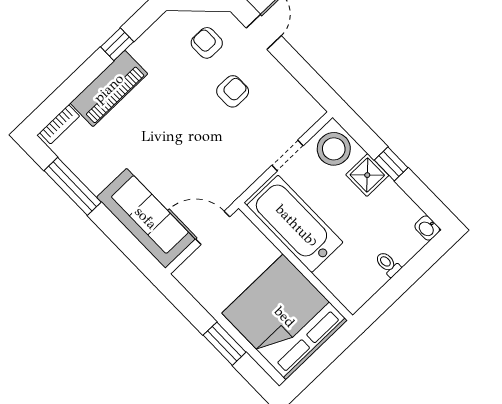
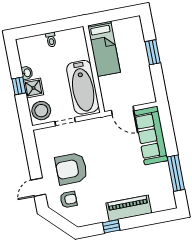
armchair: (207, 43) -> (69, 200), turned -90
armchair: (233, 91) -> (71, 169), width x1.88, depth x1.88
bookcase: (60, 124) -> (163, 206), removed
washbasin: (427, 228) -> (27, 73), moved
bed: (285, 317) -> (104, 49), width x0.49

